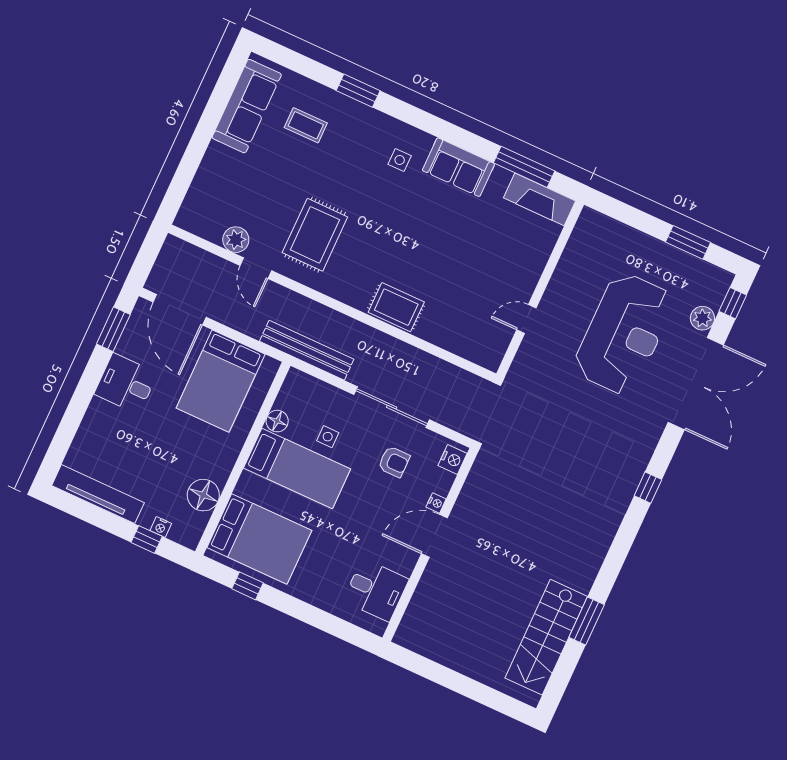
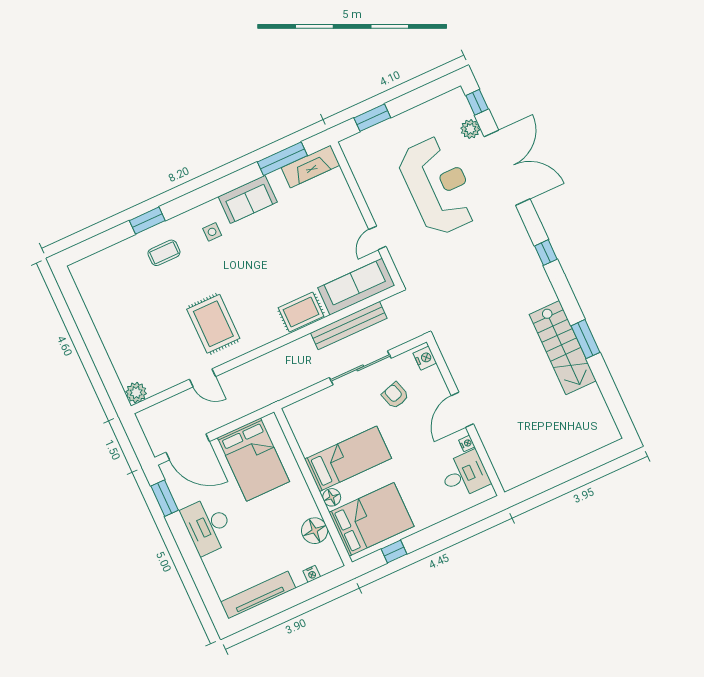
sofa: (247, 106) -> (356, 287), moved, turned -90
coffee table: (306, 125) -> (164, 253), moved
plant: (236, 240) -> (136, 393), moved
window: (688, 242) -> (372, 118), moved
bench: (307, 350) -> (349, 325), moved
desk: (126, 384) -> (208, 526), width x1.37
floor lamp: (277, 421) -> (332, 497), moved
side table: (328, 437) -> (345, 423), removed
armchair: (394, 462) -> (395, 395), turned -107
nightstand: (436, 503) -> (467, 443), moved
window: (147, 539) -> (312, 589), removed
window: (587, 621) -> (585, 339), moved
stairs: (546, 637) -> (563, 348), moved

